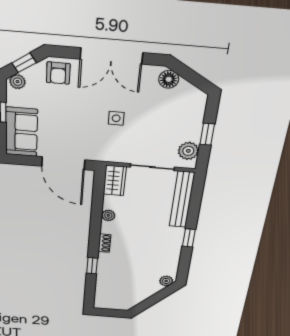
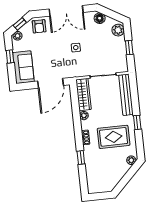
plant: (188, 151) -> (118, 30), moved
door: (63, 163) -> (51, 83), hinge flipped
wardrobe: (115, 181) -> (83, 95), width x1.50
rug: (148, 249) -> (114, 137), added

